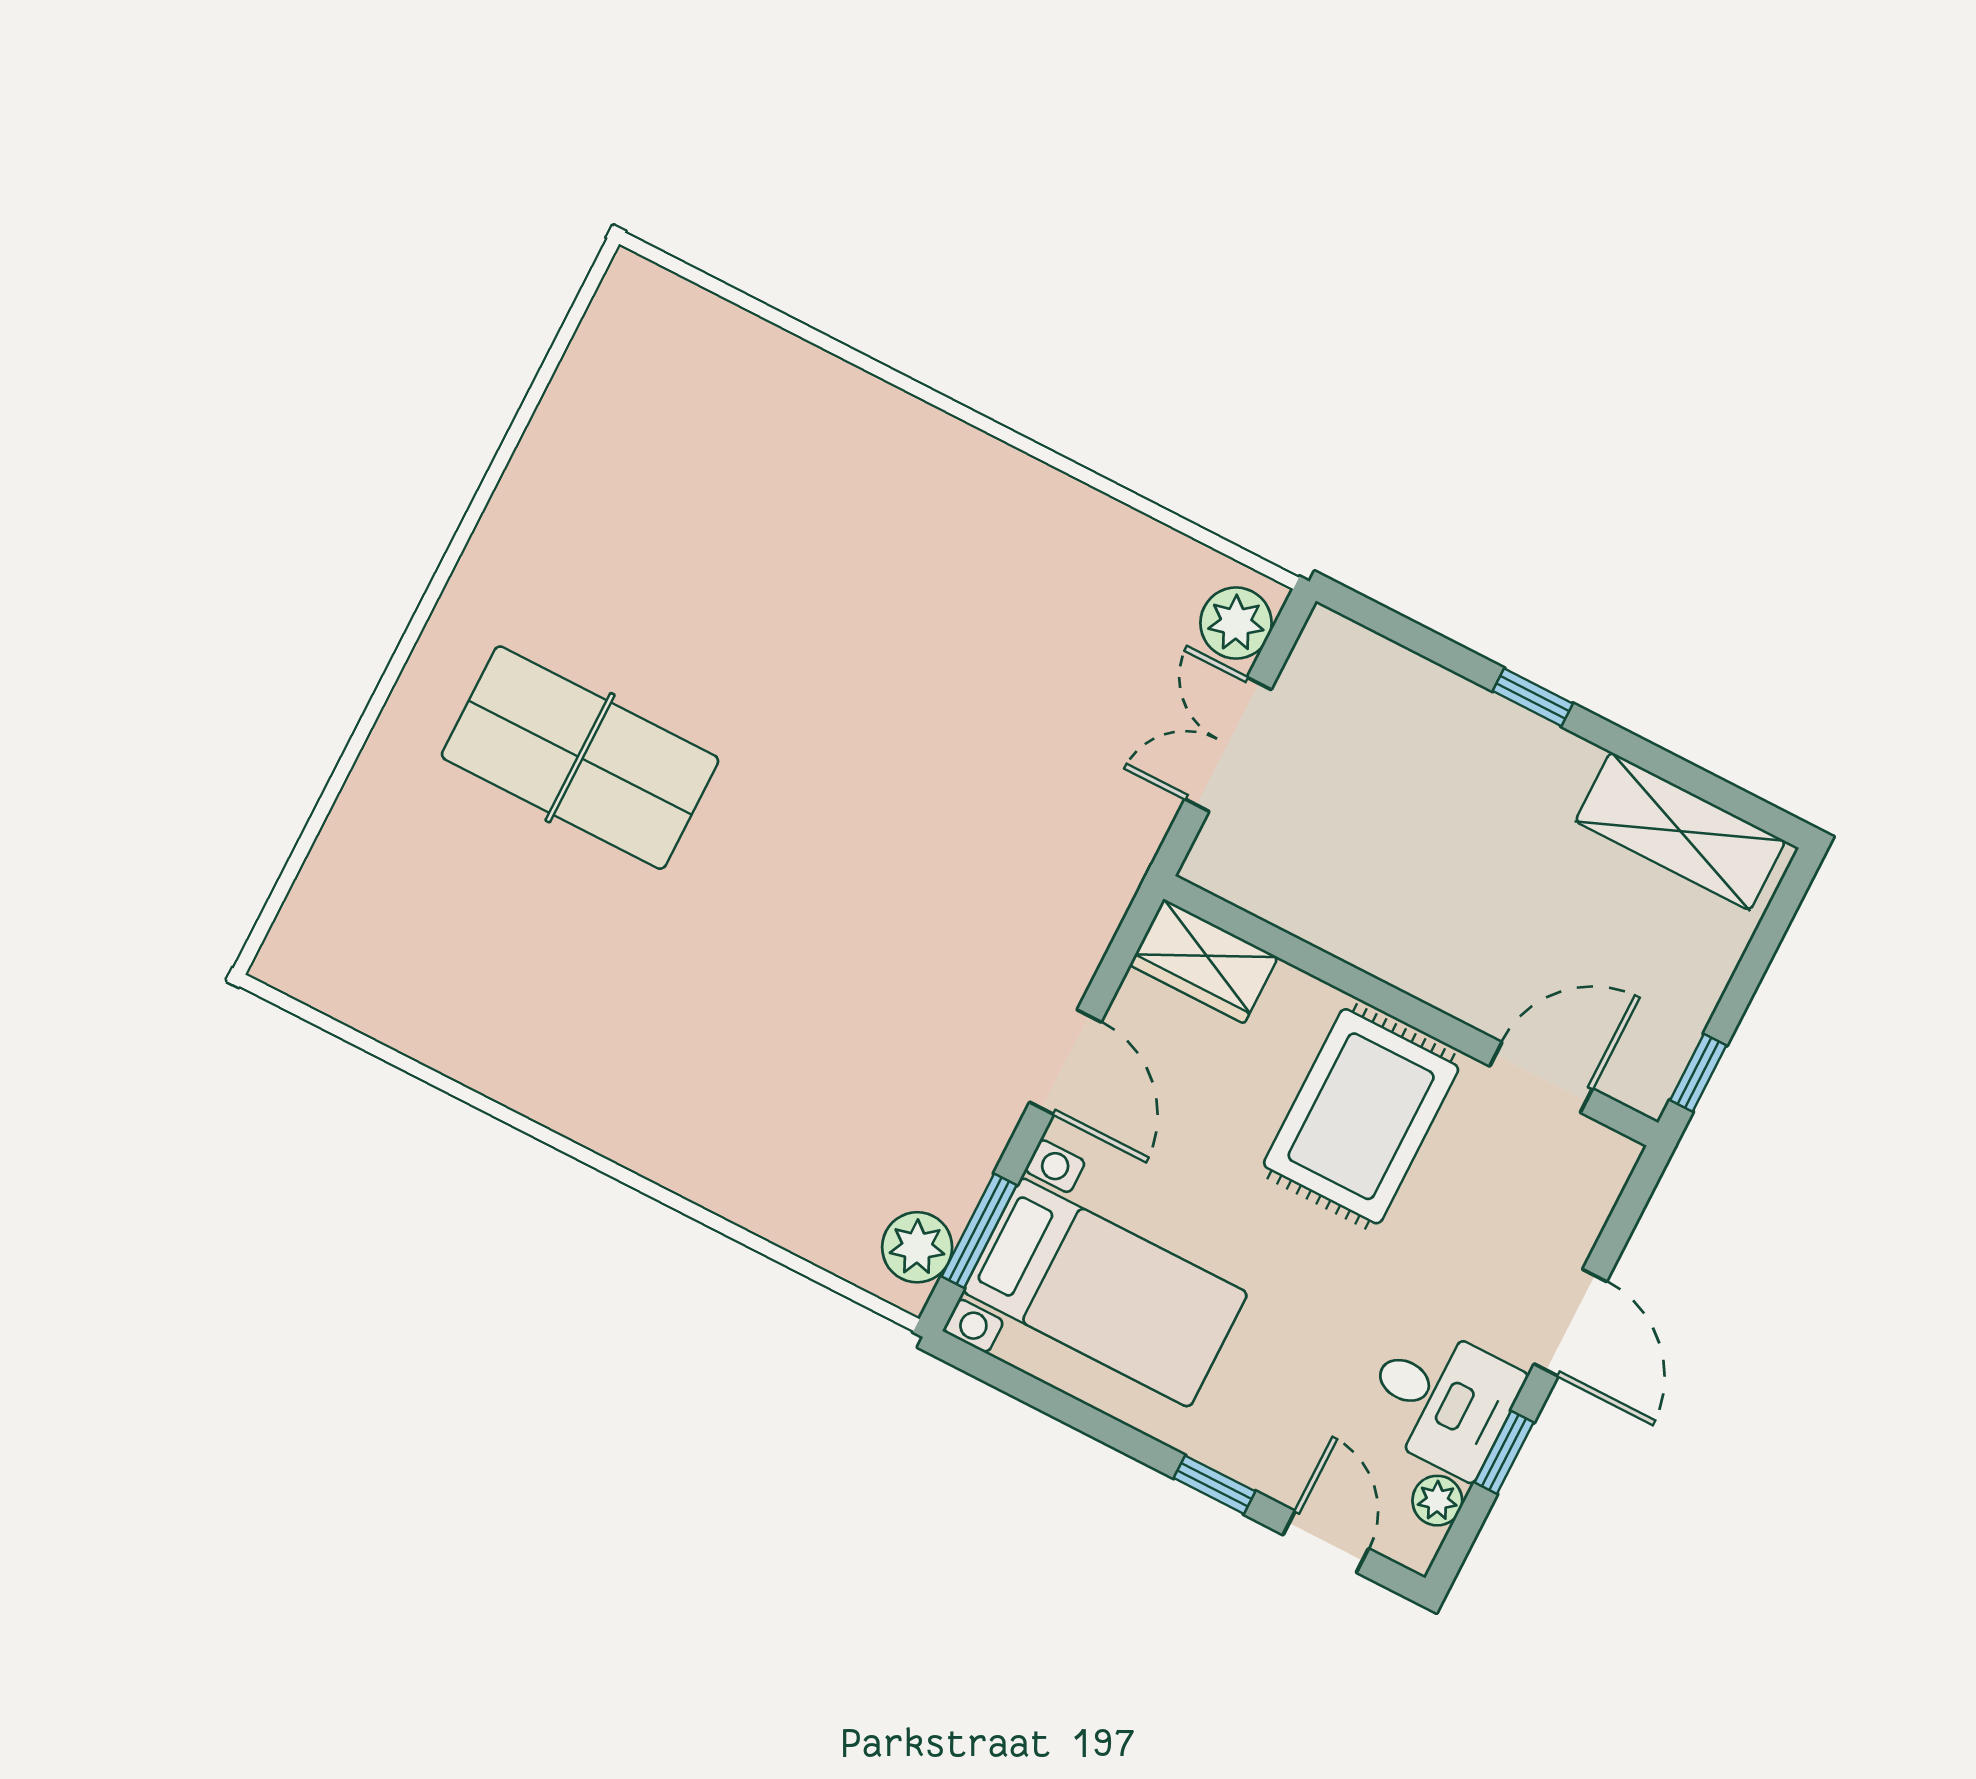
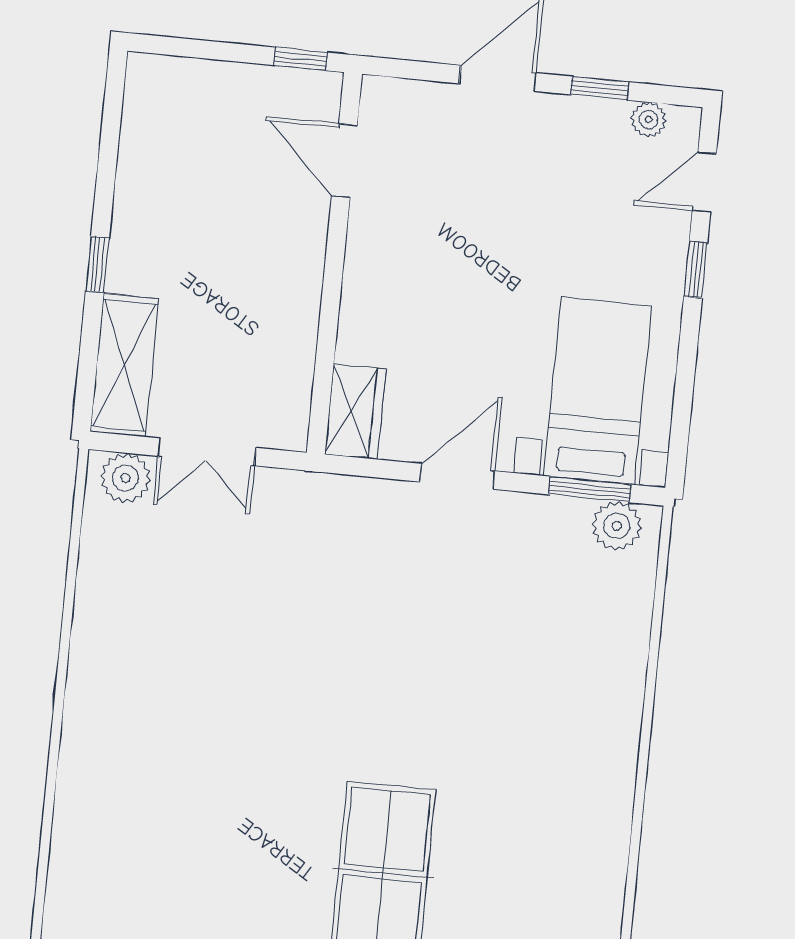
shelving: (1680, 831) -> (124, 365), moved
rug: (1361, 1116) -> (416, 269), removed
desk: (1442, 1399) -> (581, 143), removed

